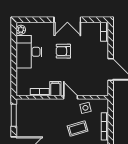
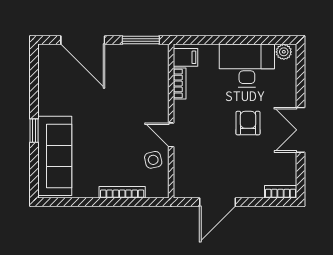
filing cabinet: (55, 89) -> (185, 57), moved
door: (70, 97) -> (171, 135), swing flipped
coffee table: (78, 129) -> (119, 147), removed

